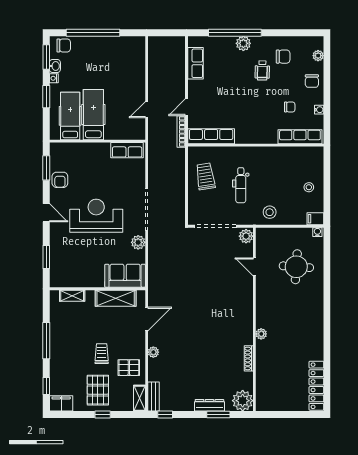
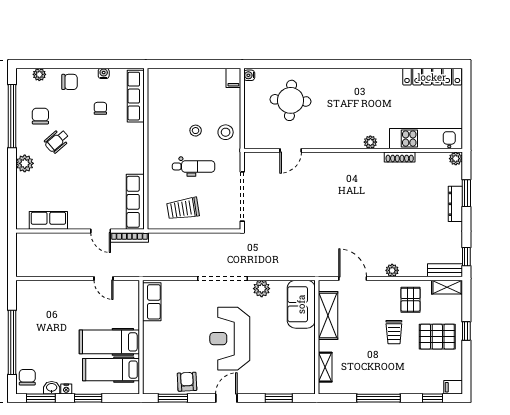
window: (235, 33) -> (12, 116), moved
wheelchair: (262, 70) -> (57, 141), turned 138
armchair: (60, 180) -> (187, 382), turned -93
stool: (309, 187) -> (196, 131), moved
plant: (246, 236) -> (254, 160), removed
trolley: (102, 354) -> (394, 332), turned -90
kitchen unit: (264, 381) -> (426, 139), added
plant: (243, 401) -> (456, 159), width x0.53, depth x0.53
filing cabinet: (61, 403) -> (453, 387), width x0.50

